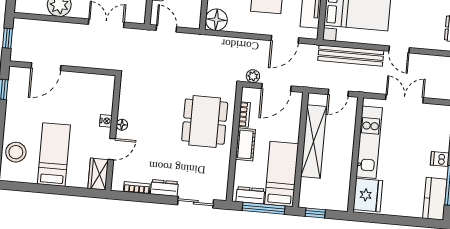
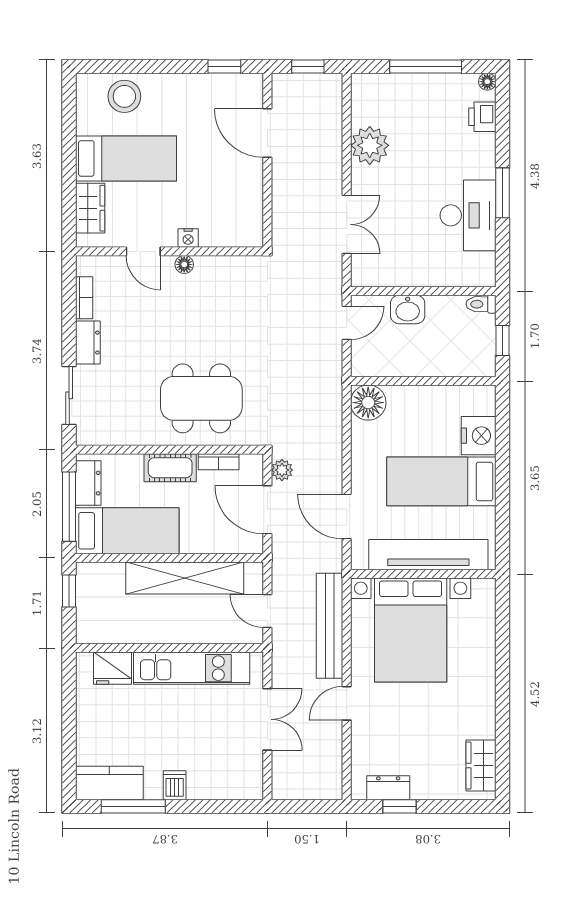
wardrobe: (98, 174) -> (90, 208), moved, turned 90
fridge: (368, 195) -> (112, 668), width x0.73, depth x0.75

